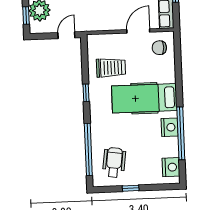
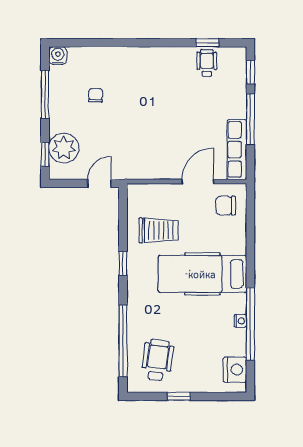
nightstand: (170, 127) -> (240, 321), width x0.53, depth x0.56

